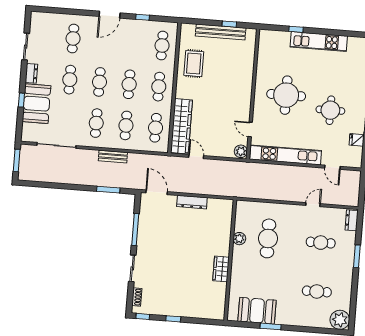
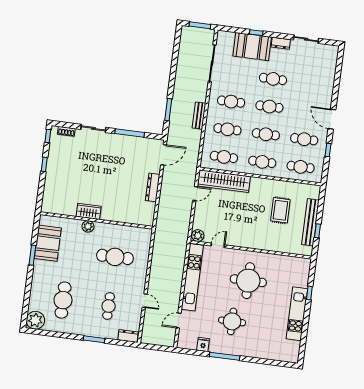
cafe table: (73, 38) -> (304, 139), moved
rug: (194, 64) -> (280, 210), moved, turned 90
plant: (239, 239) -> (88, 226), moved
cafe table: (317, 291) -> (63, 300), width x1.37, depth x1.35

